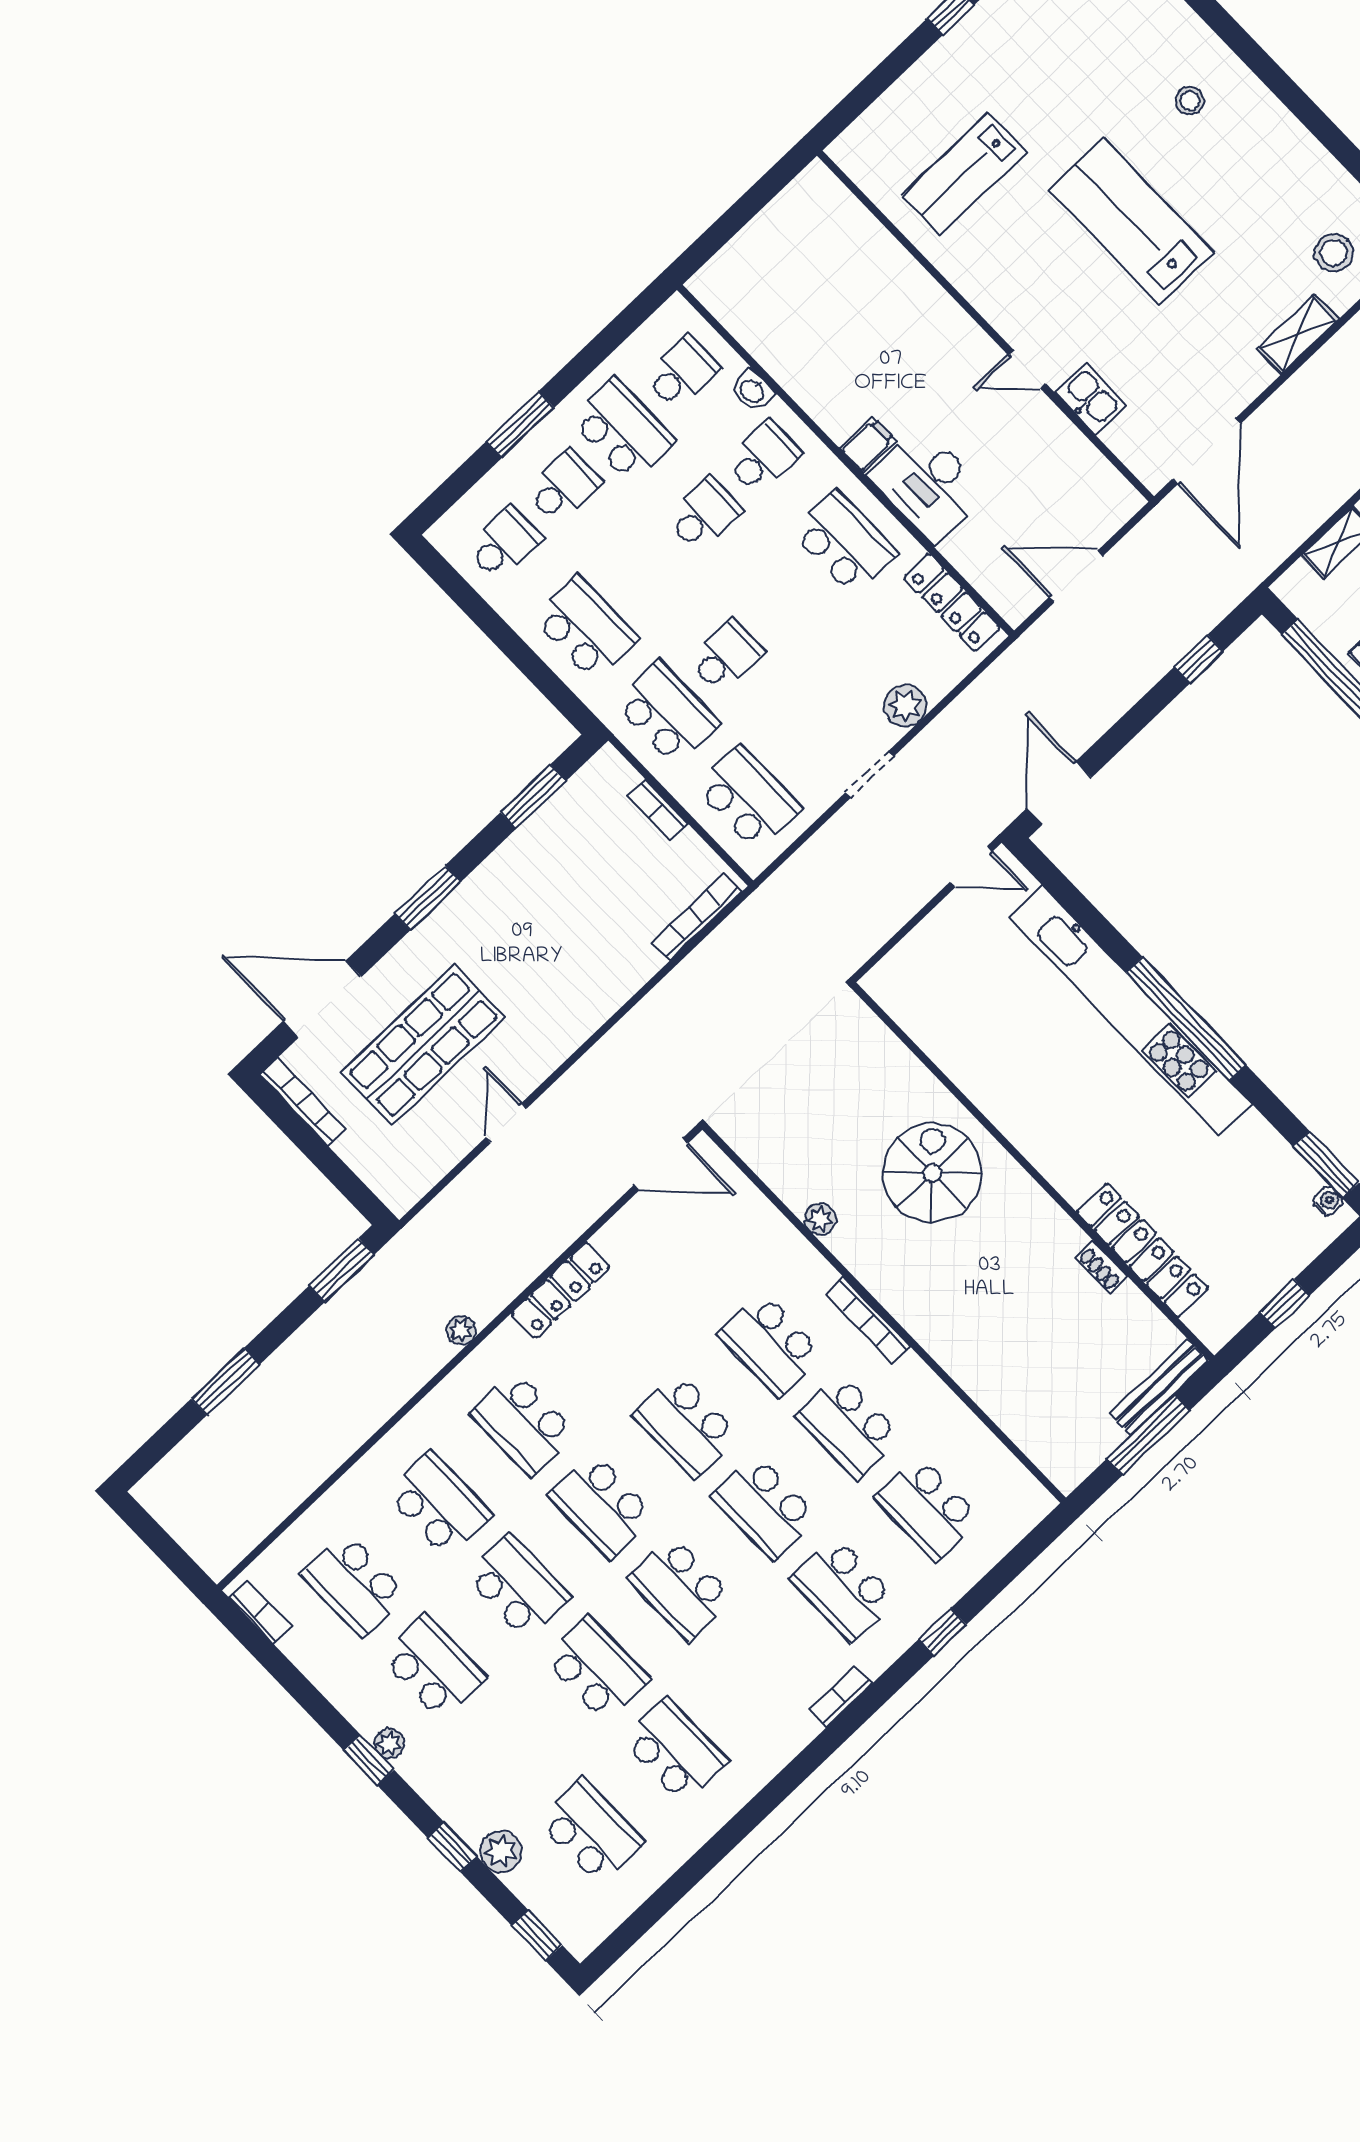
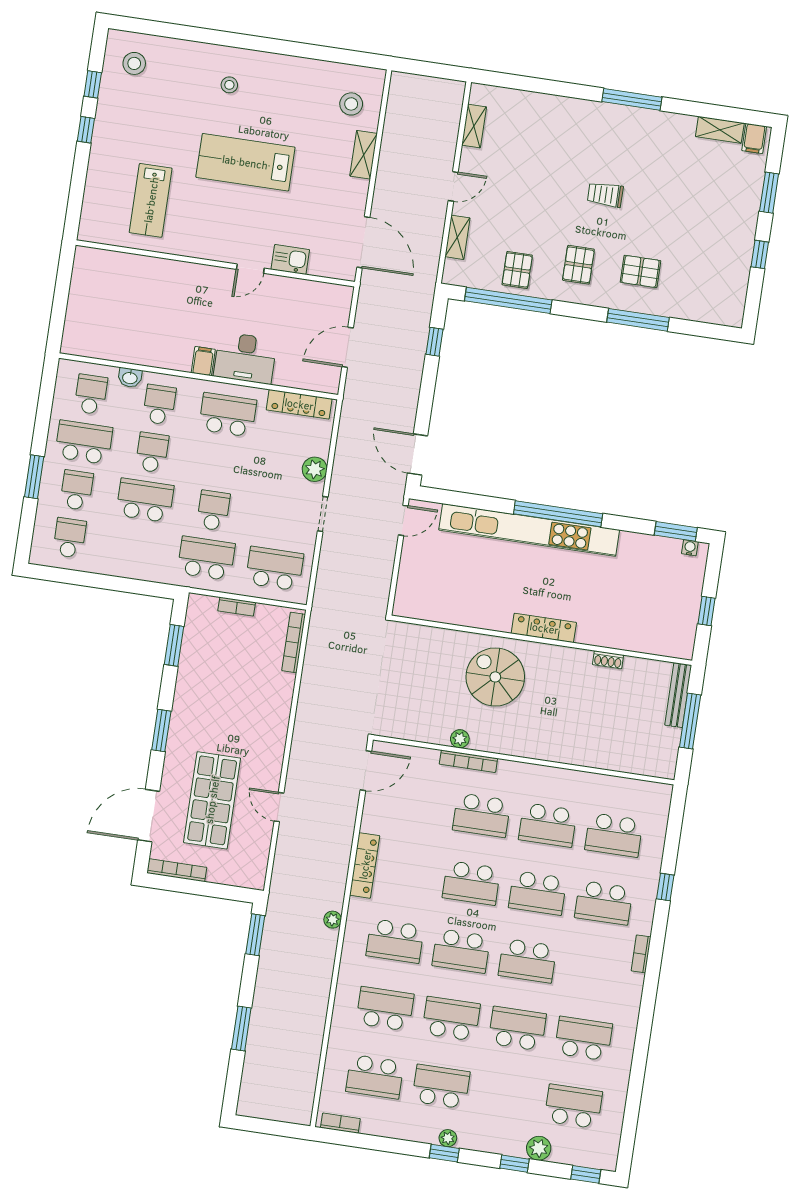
school desk: (585, 628) -> (145, 500), moved
locker: (1143, 1250) -> (544, 628), moved, width x0.71, depth x0.83
bookcase: (868, 1320) -> (468, 761), moved

